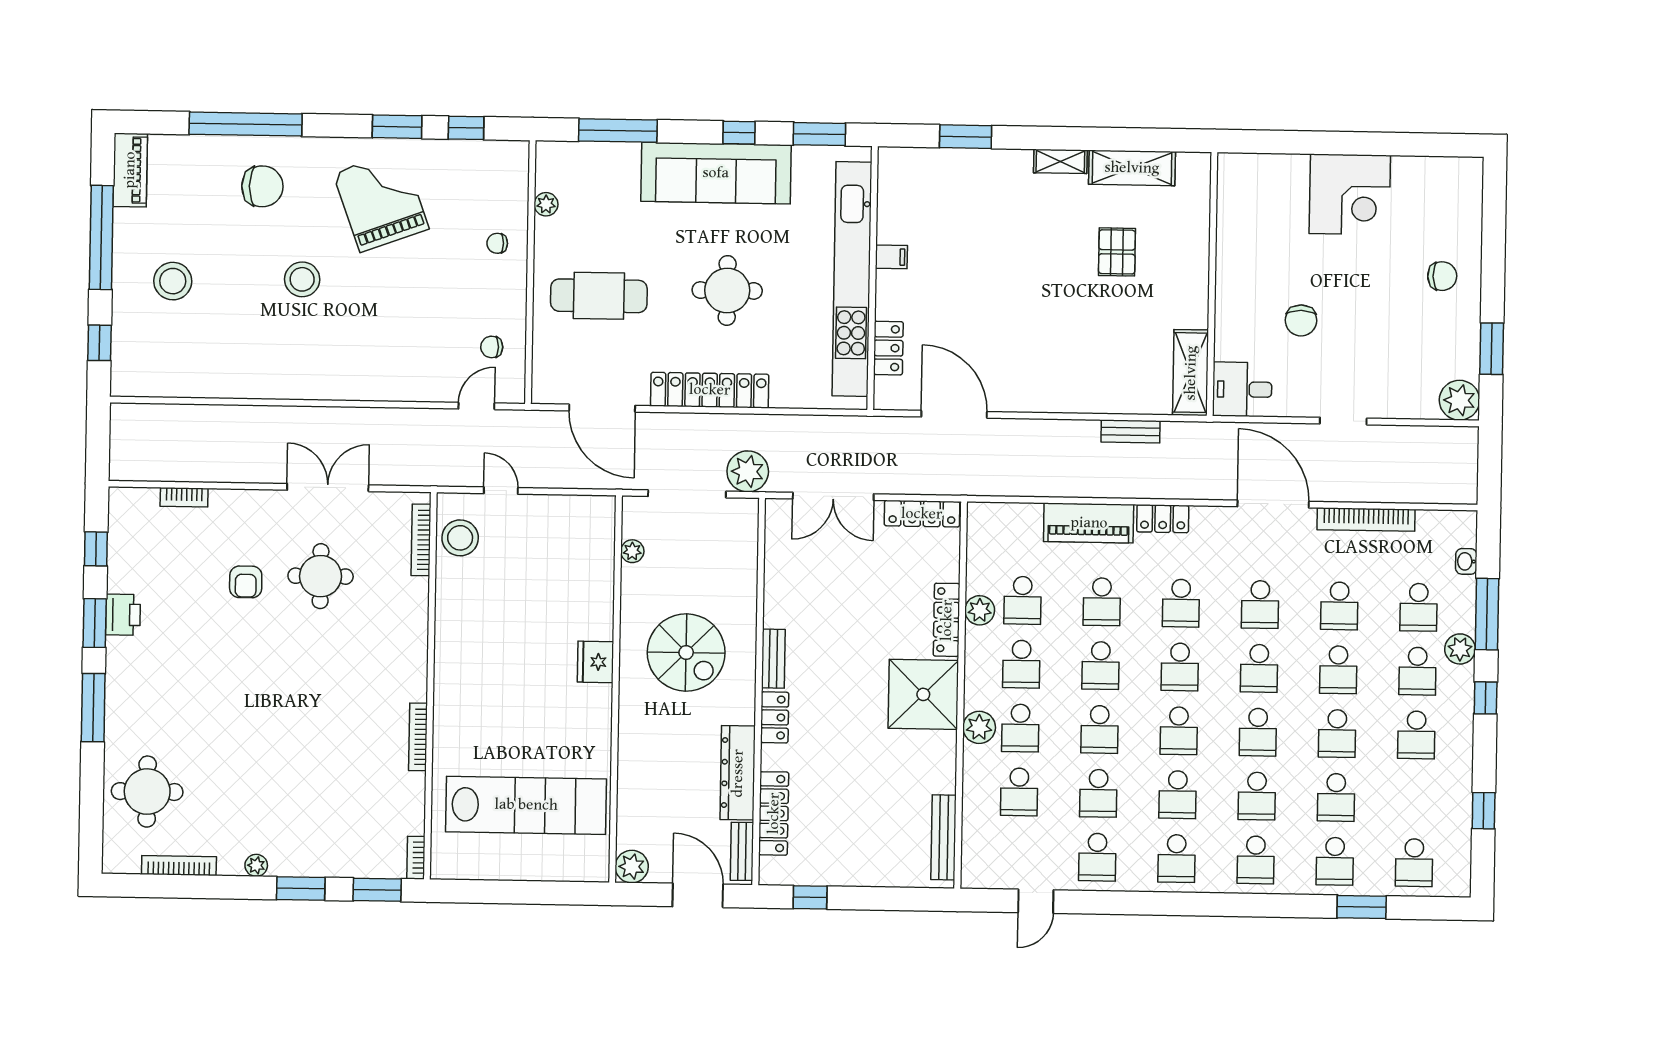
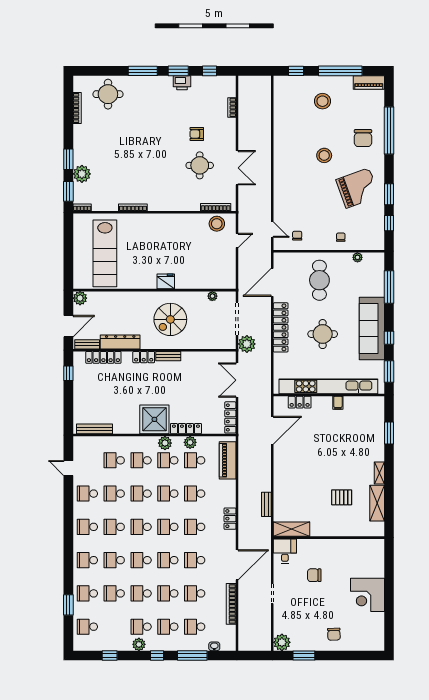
piano: (1089, 523) -> (228, 460), moved
plant: (1460, 649) -> (139, 644), moved
plant: (979, 727) -> (165, 443), moved
plant: (256, 865) -> (82, 174), moved, width x1.88, depth x1.88

